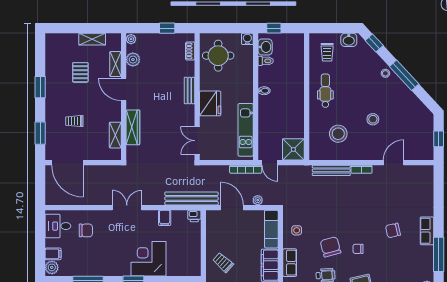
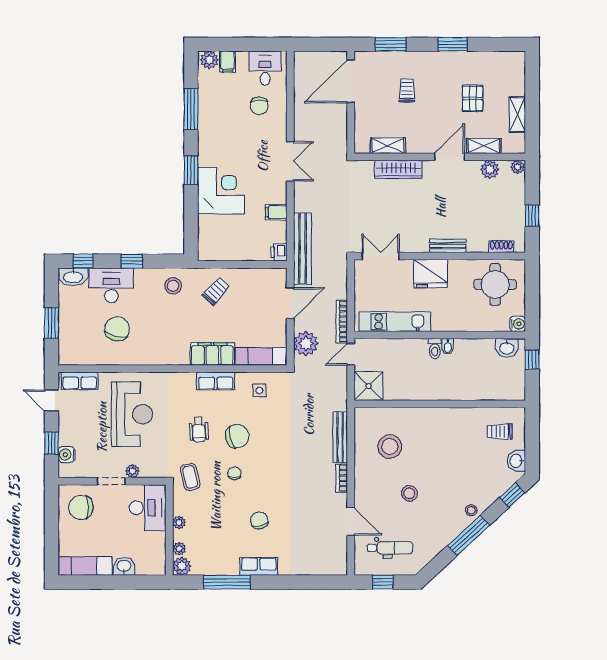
toilet: (266, 61) -> (435, 349), moved
pallet: (80, 72) -> (473, 98), turned 90
dental chair: (325, 91) -> (390, 548), moved
plant: (258, 200) -> (306, 344), width x1.88, depth x1.88

